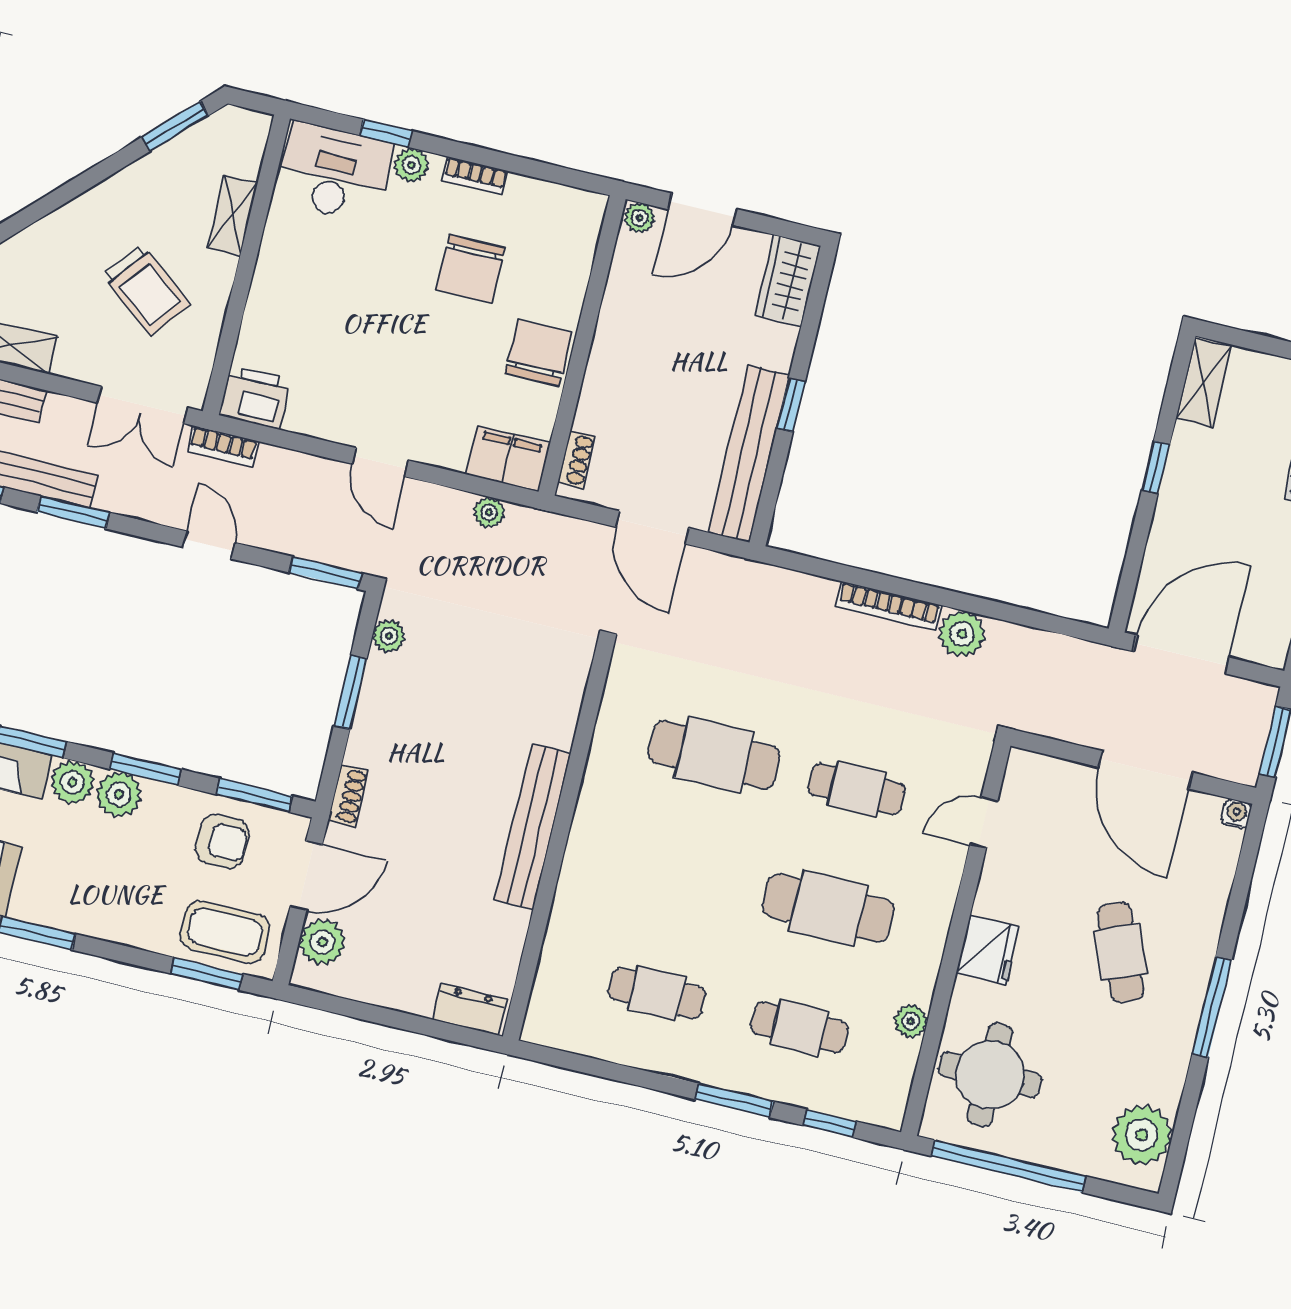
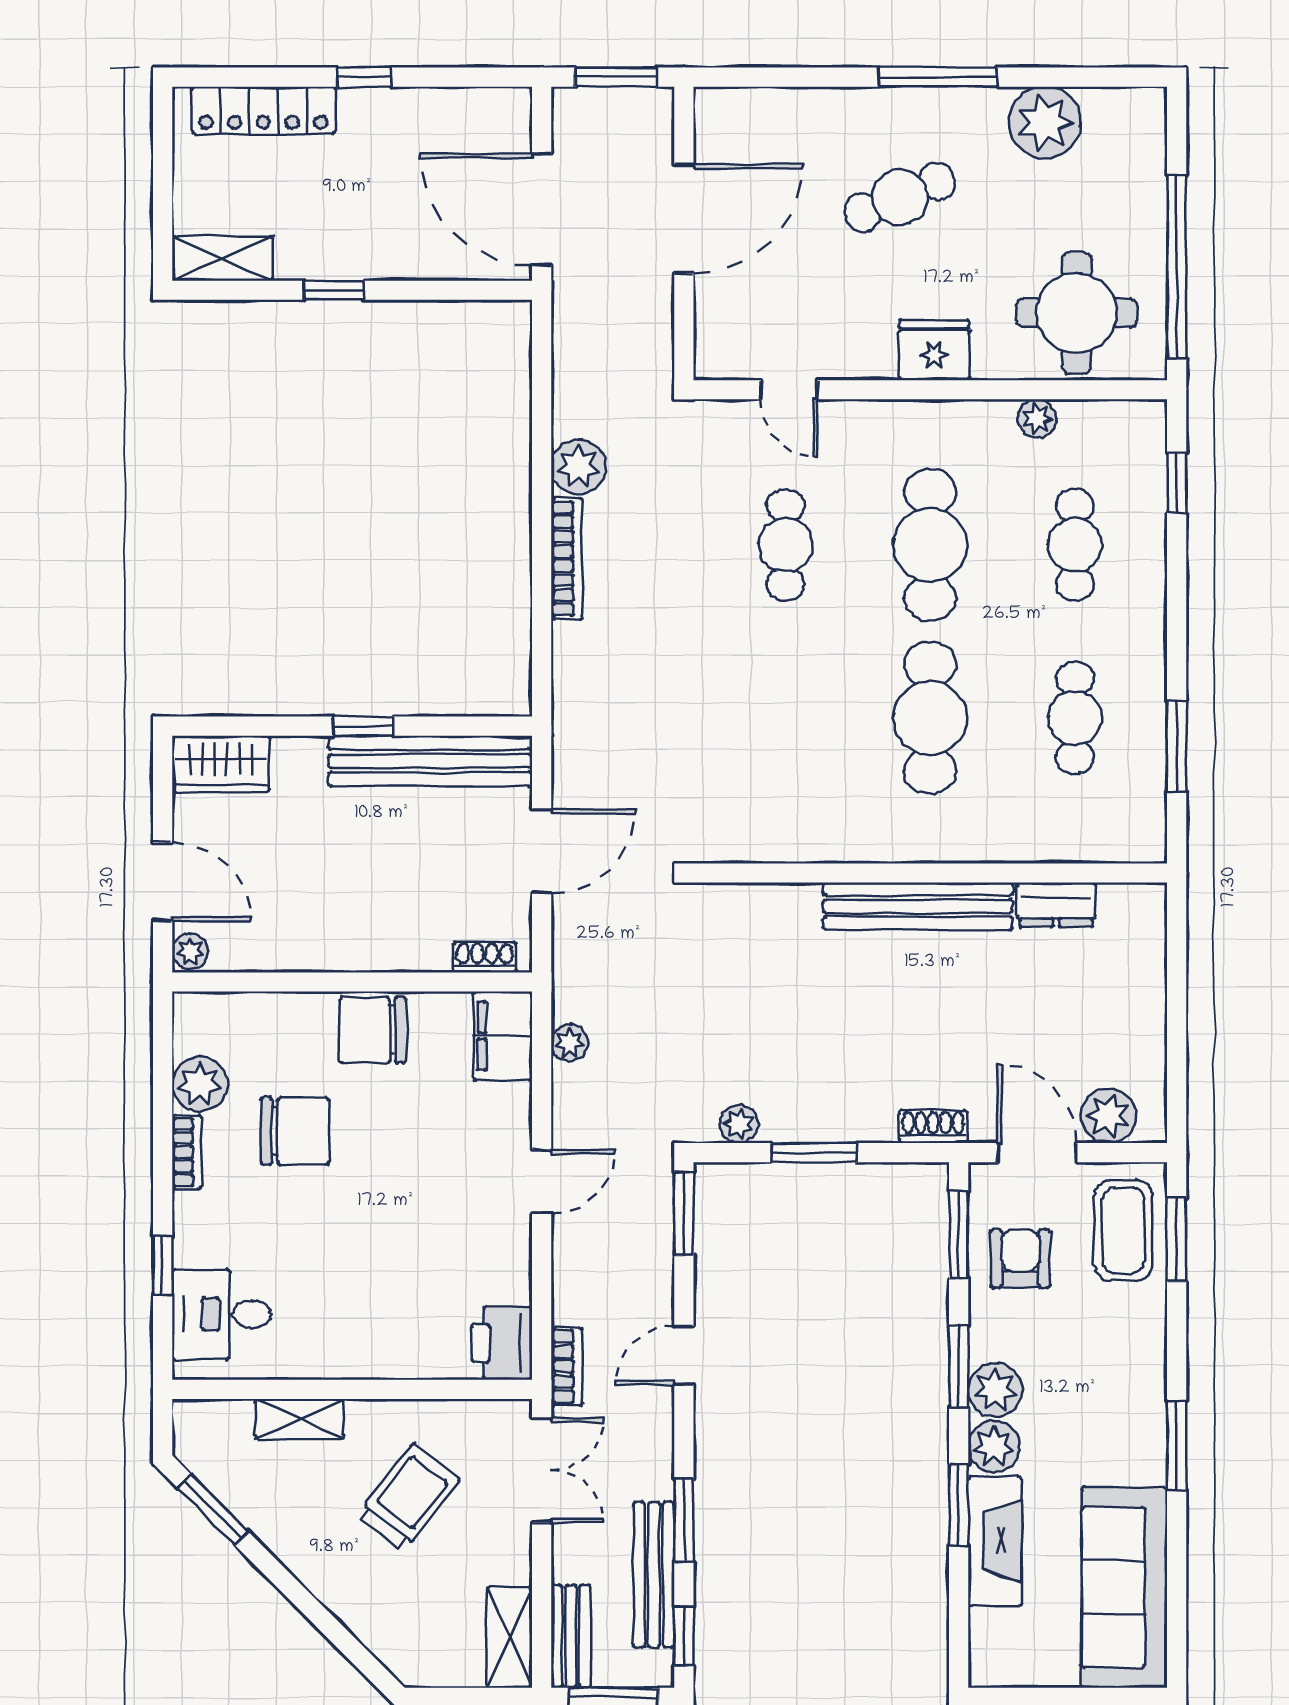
plant: (411, 165) -> (200, 1084), moved, width x1.38, depth x1.38
desk: (334, 172) -> (221, 1314), width x0.73
cafe table: (714, 755) -> (930, 718), moved
water cooler: (1236, 814) -> (709, 103), removed
dresser: (470, 1009) -> (1056, 905), moved, turned -90
window: (734, 1100) -> (1177, 747), moved
plant: (1142, 1135) -> (1045, 122), moved

